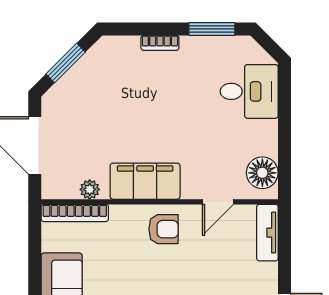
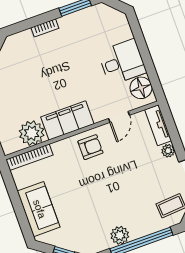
desk: (249, 91) -> (122, 62), moved
plant: (90, 189) -> (32, 133), width x1.87, depth x1.87
plant: (269, 273) -> (168, 151), added

